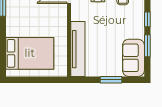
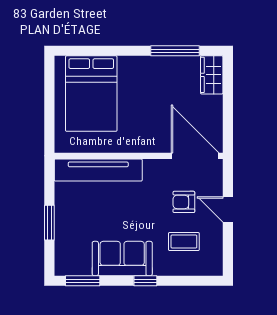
window: (147, 46) -> (83, 281), moved
sofa: (133, 58) -> (122, 259), moved

